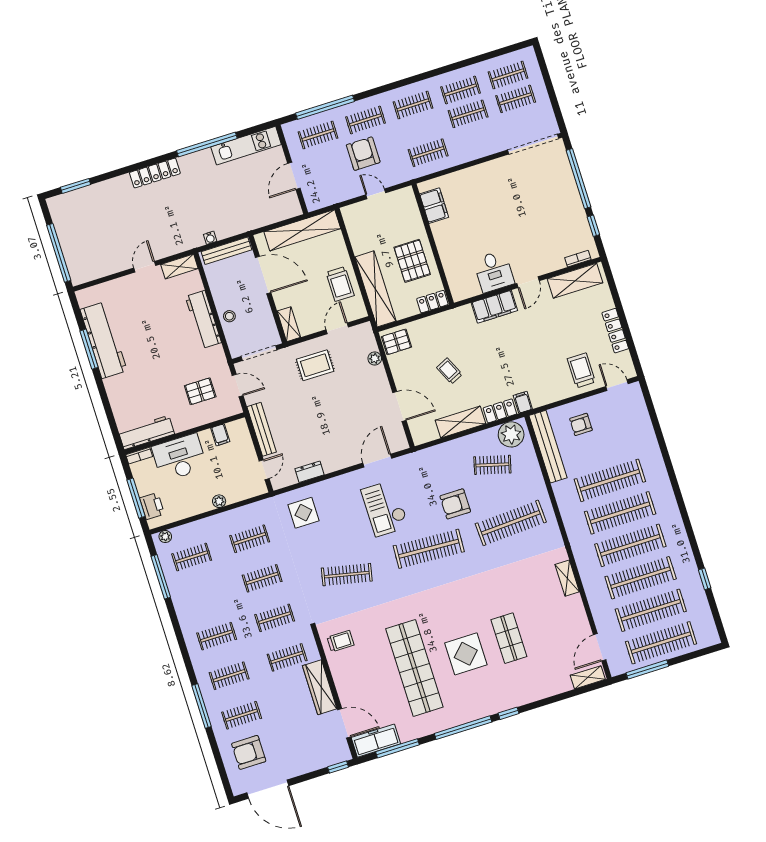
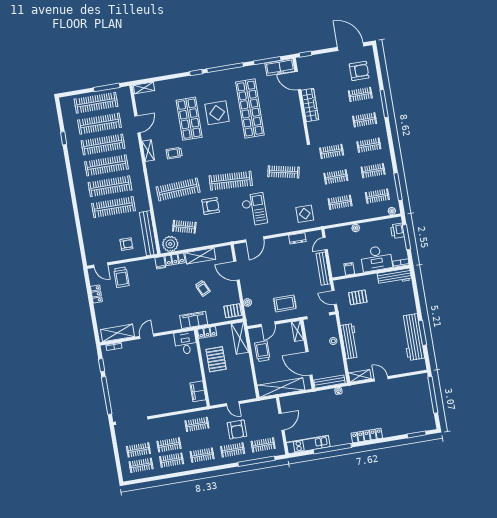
door: (145, 267) -> (381, 379), swing flipped
desk: (494, 271) -> (186, 343), moved
shelving: (375, 289) -> (240, 338), width x0.68
filing cabinet: (494, 307) -> (194, 320), moved
locker: (615, 331) -> (96, 294), width x0.66
shop shelf: (509, 638) -> (189, 119), width x1.43, depth x1.36
trolley: (341, 641) -> (174, 153), moved
door: (600, 647) -> (137, 124), moved
clothes rail: (287, 657) -> (373, 171), moved

